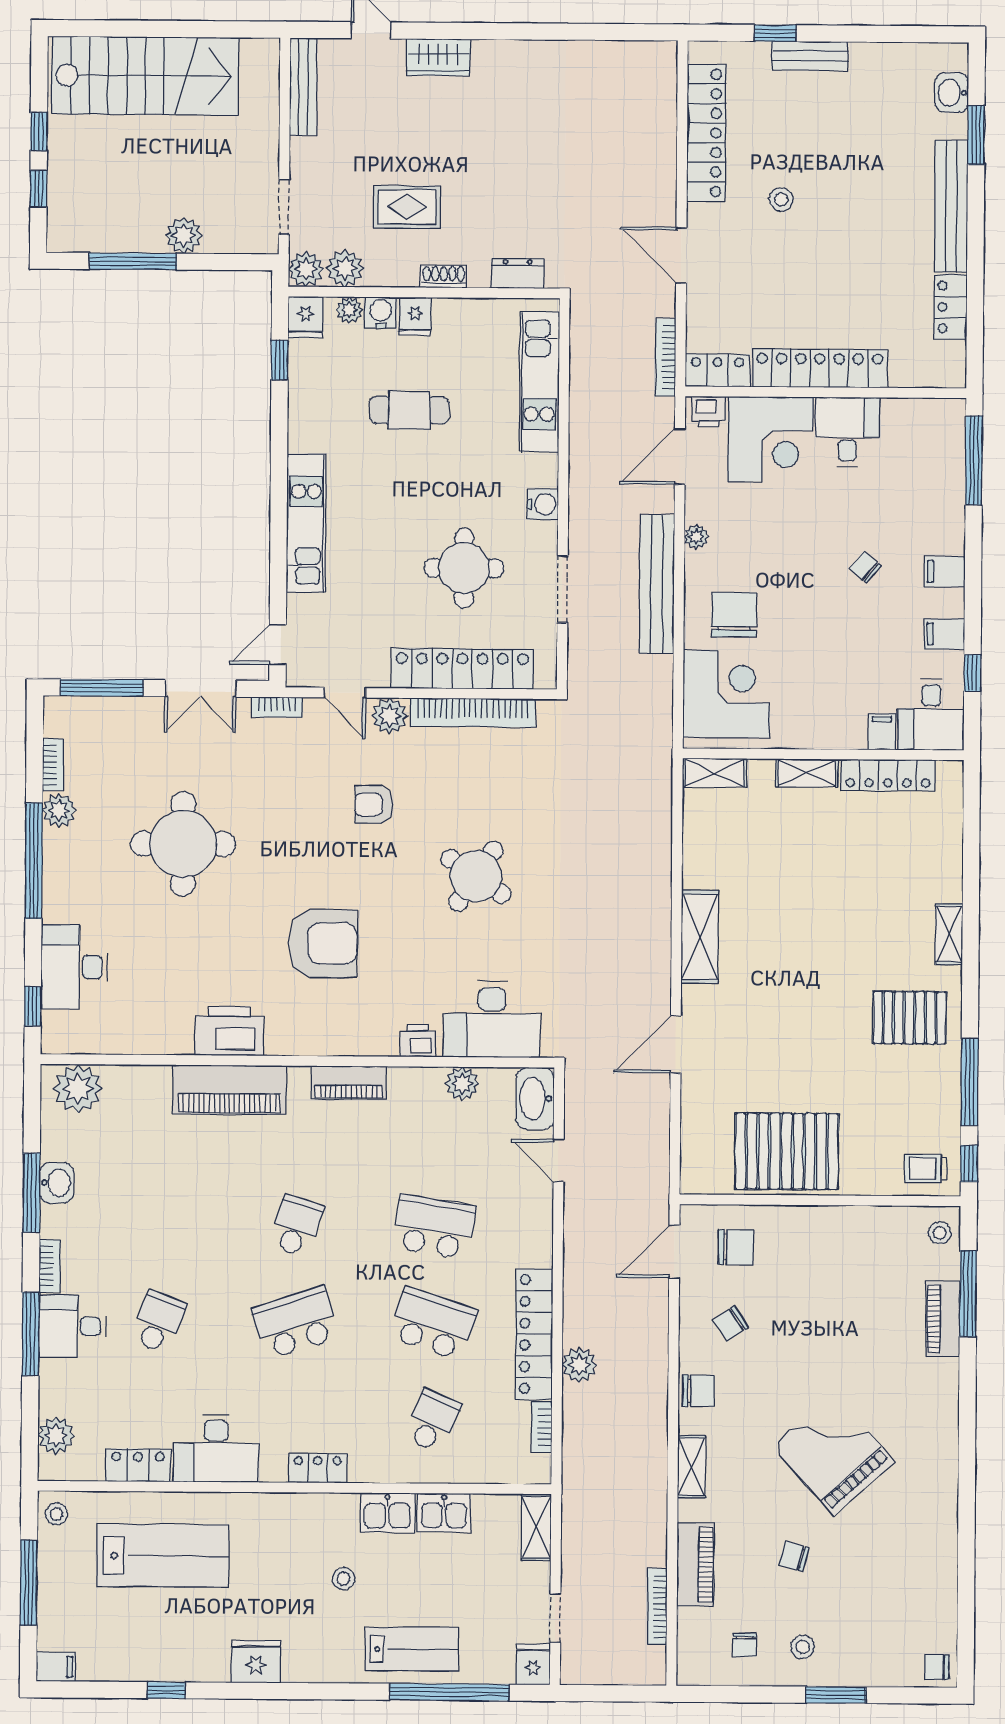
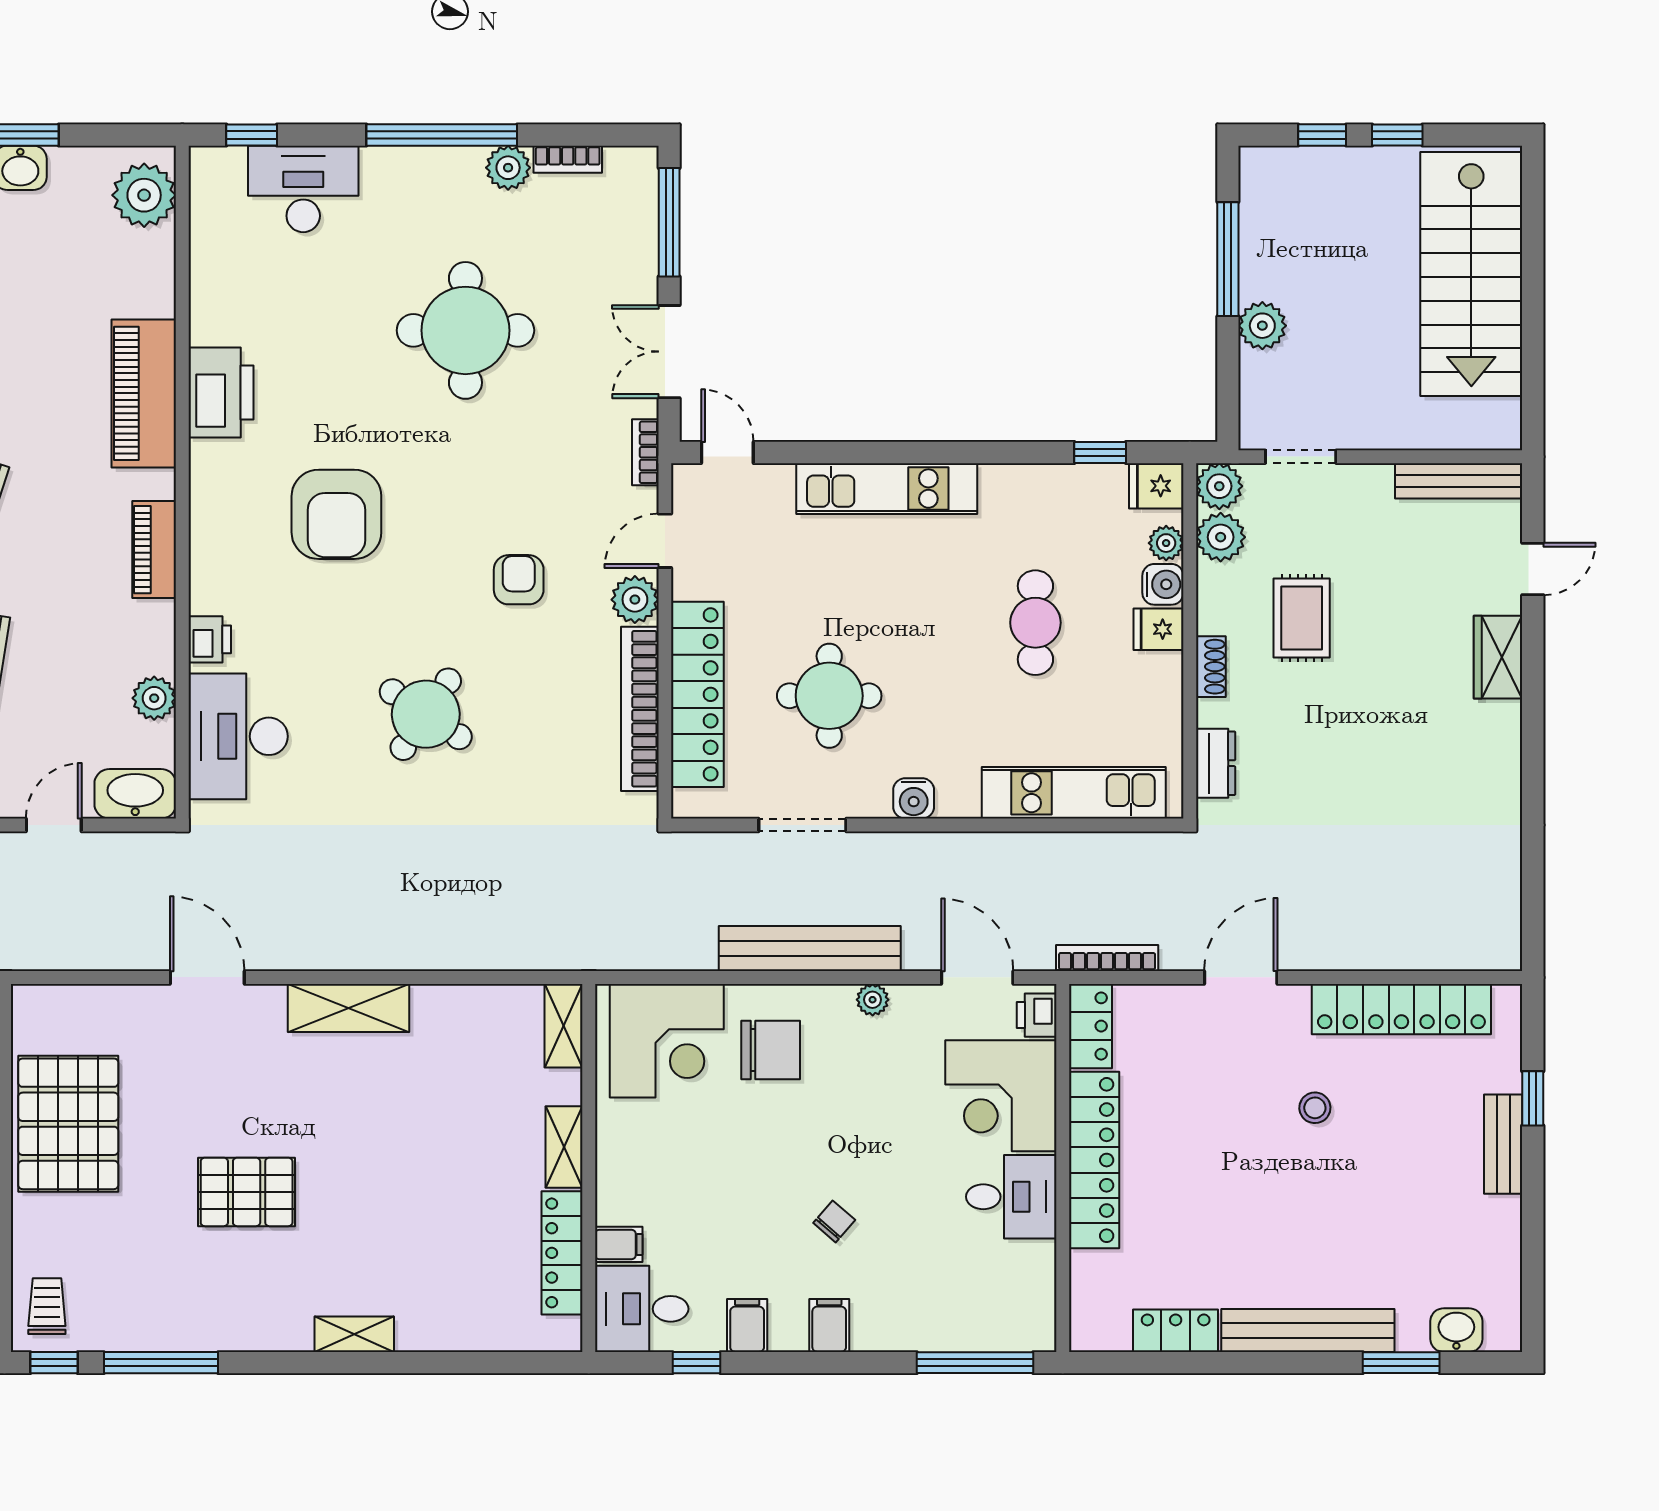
pallet: (909, 1018) -> (247, 1192), moved, turned 90

